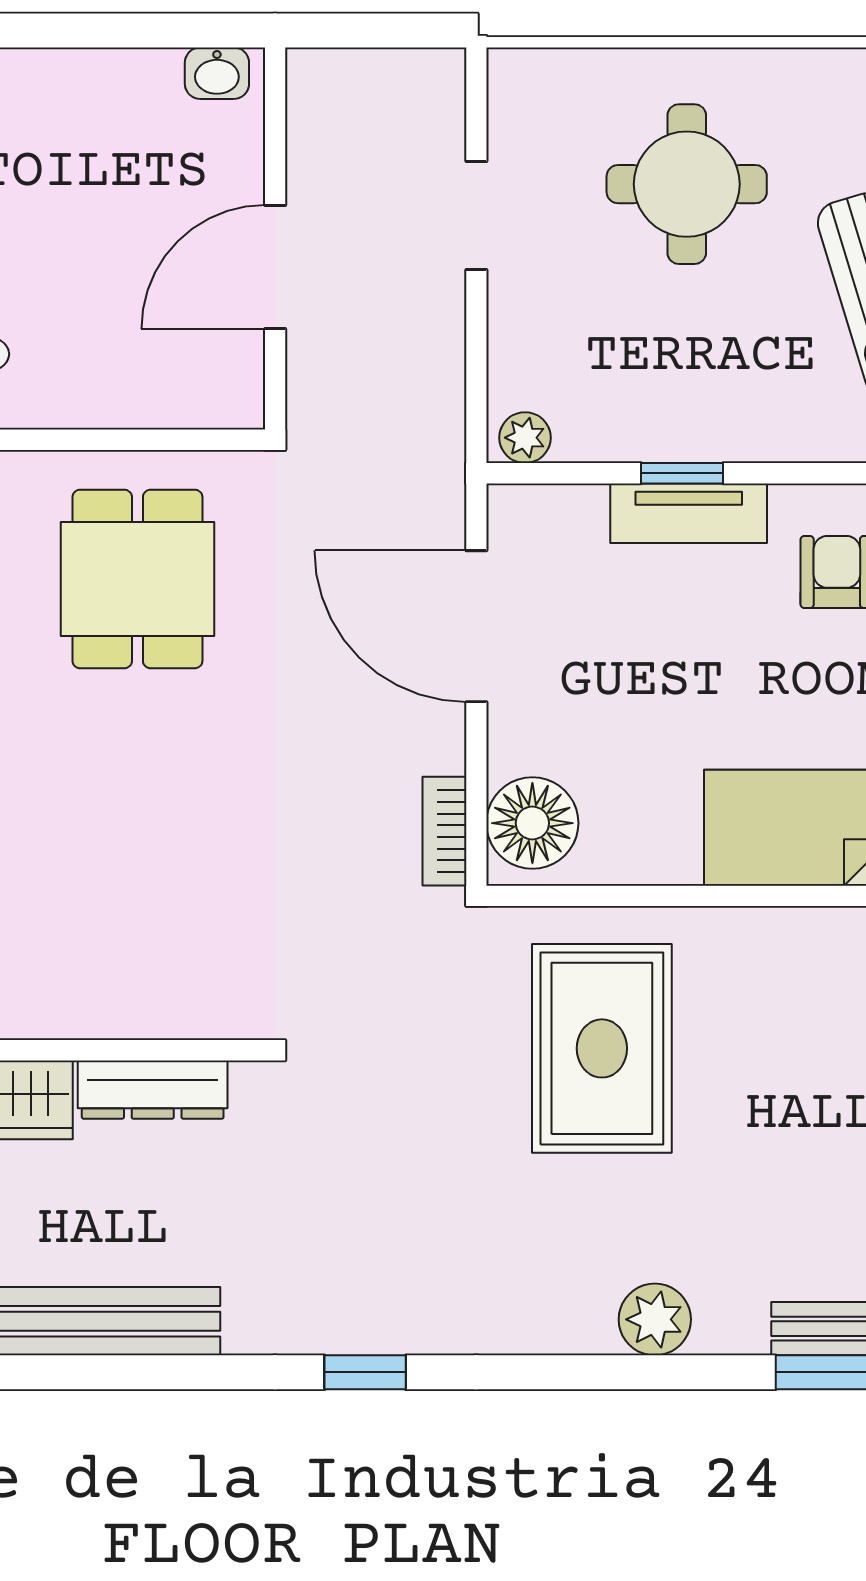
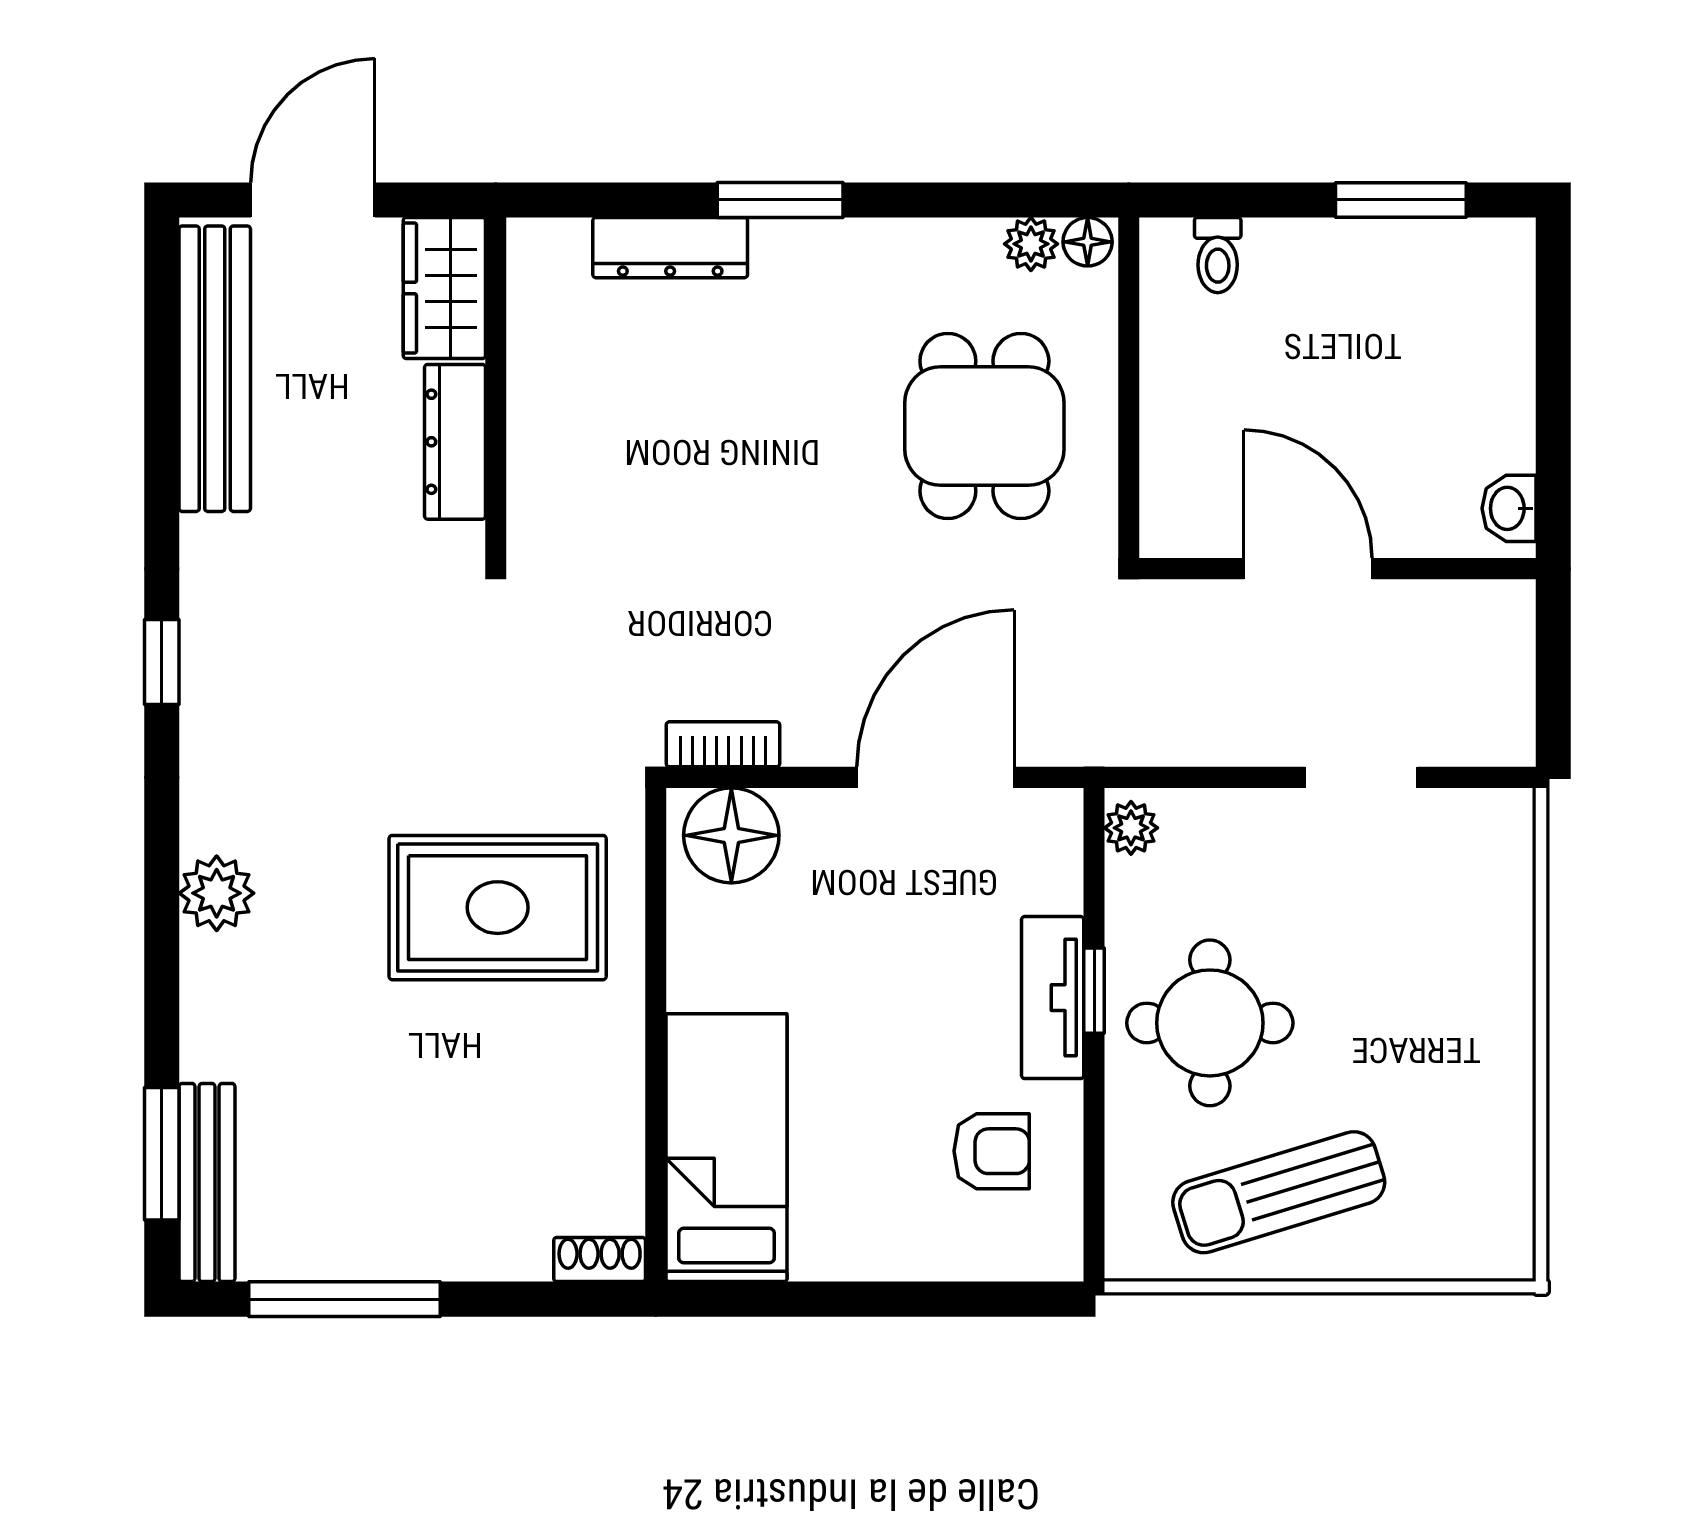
round table: (687, 184) -> (1210, 1023), moved
dining table: (137, 579) -> (984, 426), turned 90
plant: (655, 1319) -> (217, 893), moved

